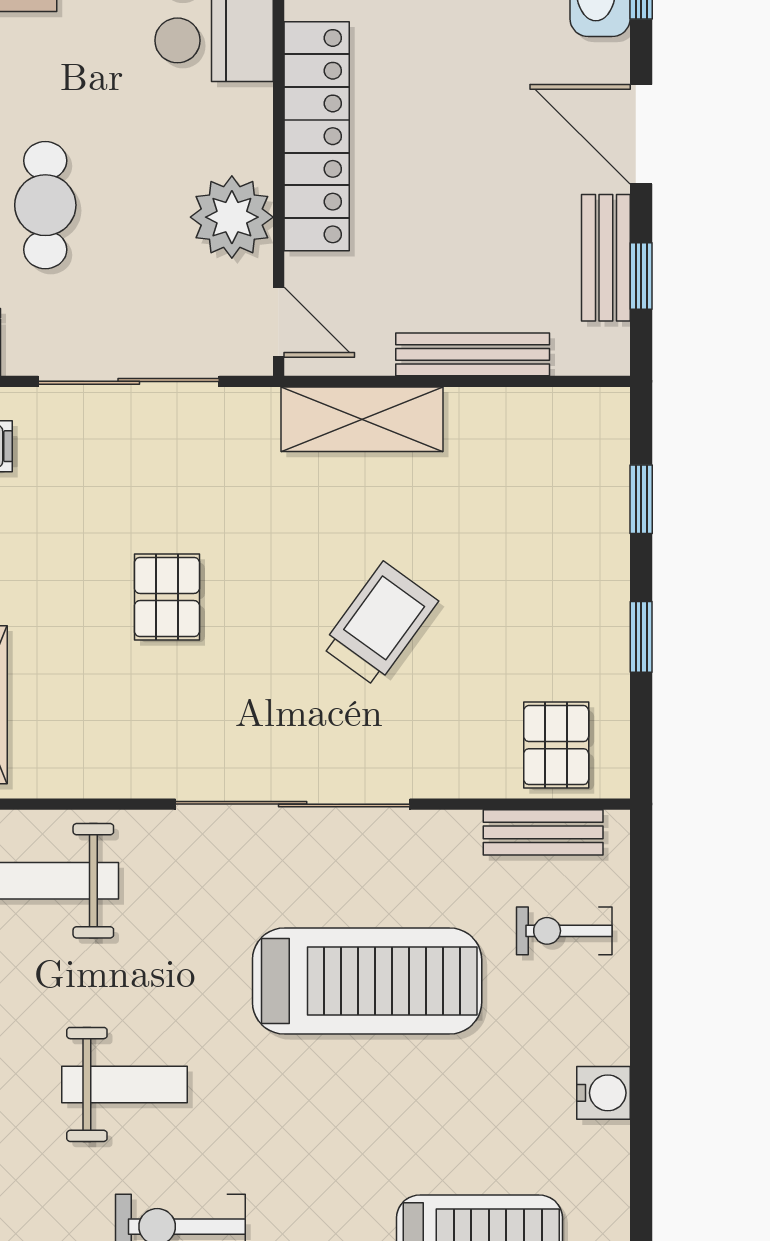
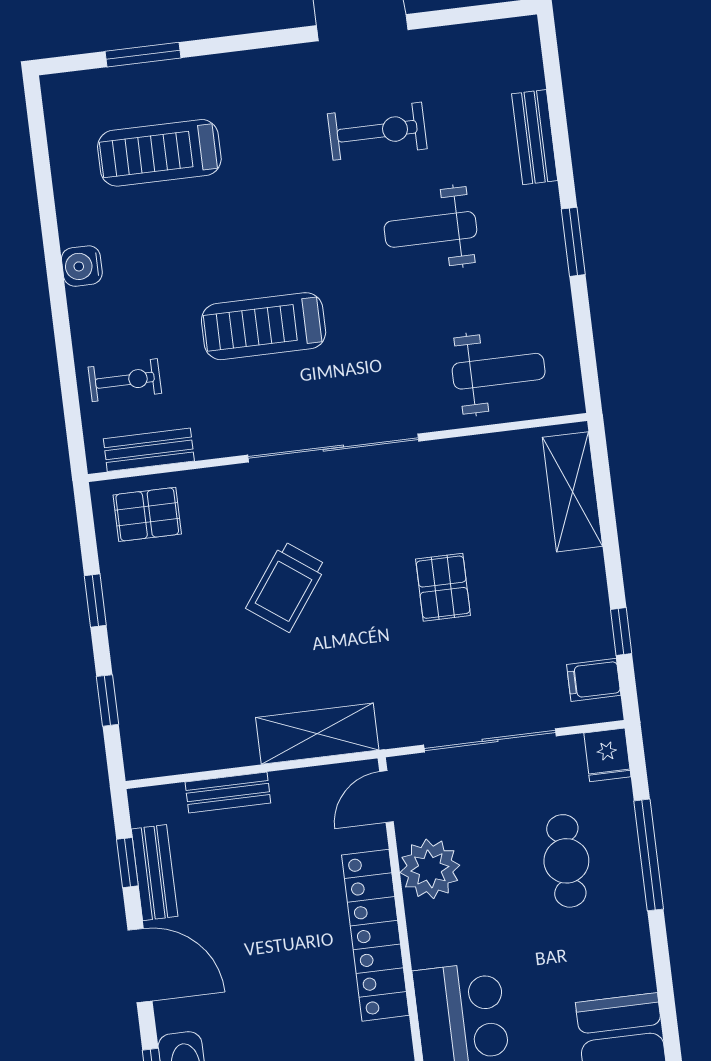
door: (279, 322) -> (386, 797), hinge flipped
bench: (473, 354) -> (228, 793), width x0.73
pallet: (556, 745) -> (147, 514), turned 90
treadmill: (367, 981) -> (264, 326), width x0.73, depth x0.73

